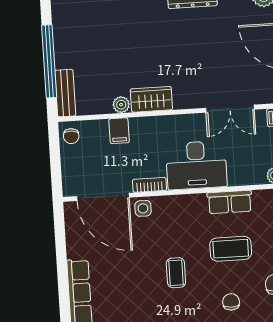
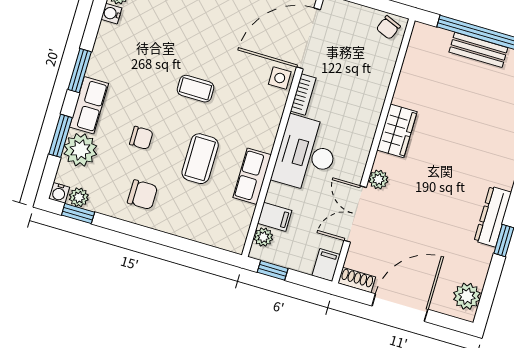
bench: (65, 93) -> (478, 50), moved
plant: (121, 105) -> (378, 179), moved
filing cabinet: (119, 131) -> (275, 217), moved, turned 180
chair: (71, 136) -> (388, 28), turned -72

